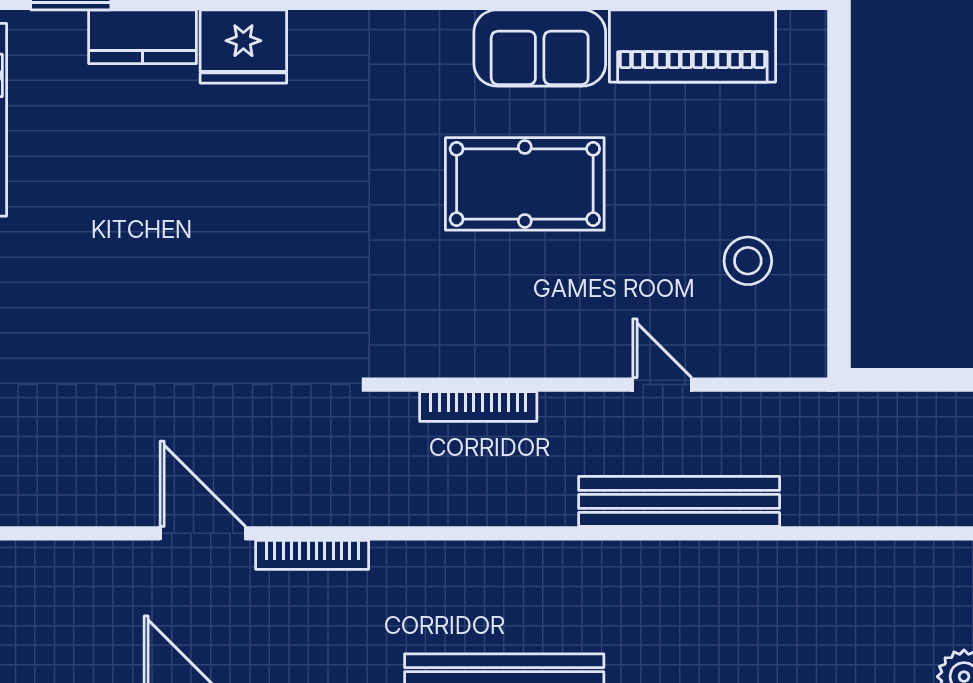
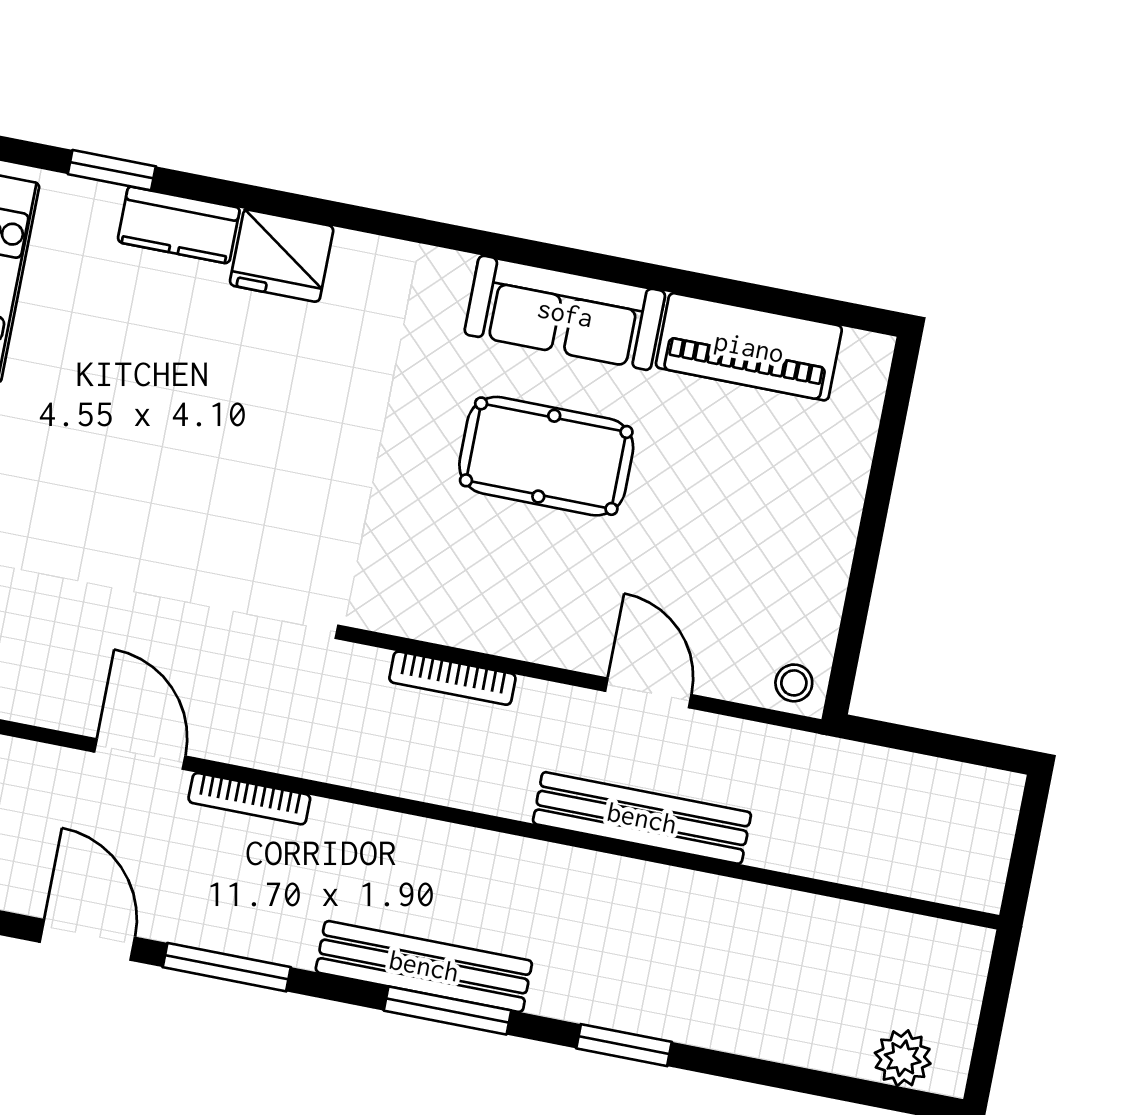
sofa: (540, 48) -> (565, 313), width x1.36
stool: (748, 261) -> (794, 683), moved, width x0.73, depth x0.73
door: (662, 385) -> (648, 693), width x1.38

